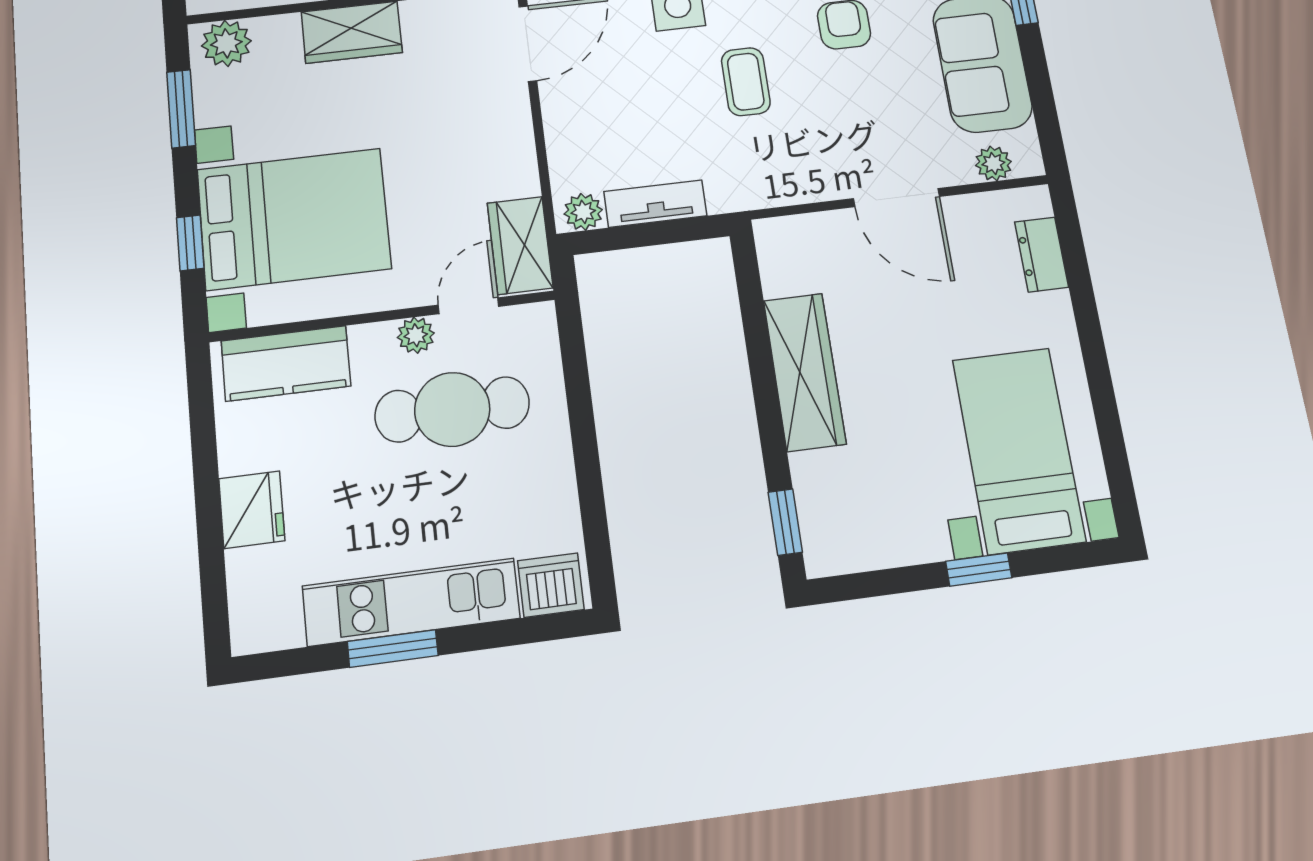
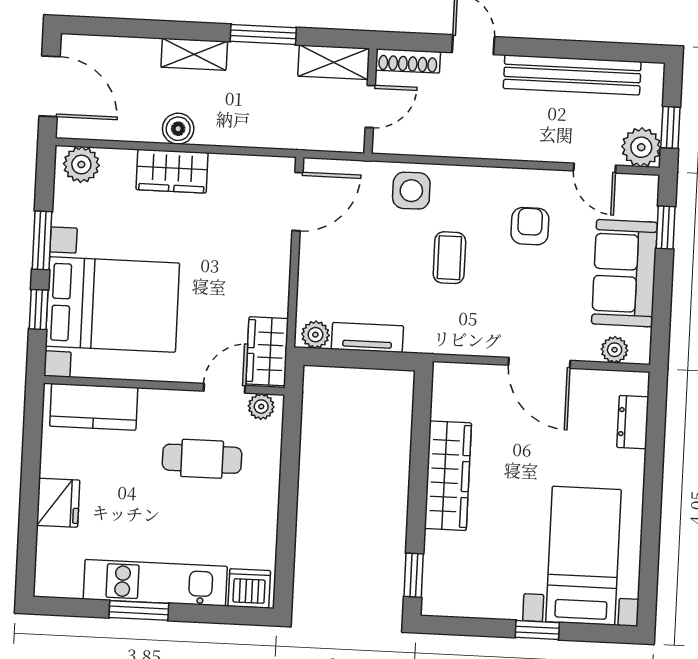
window: (181, 109) -> (42, 240), moved
plant: (416, 335) -> (261, 407), moved
cafe table: (452, 409) -> (202, 459), width x0.73, depth x0.74

